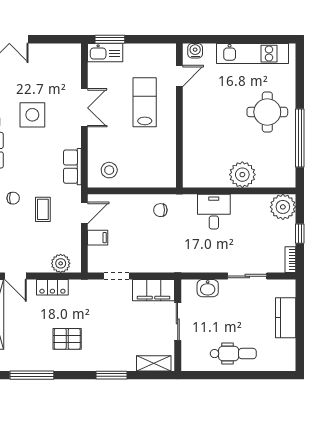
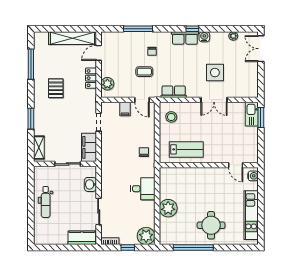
lab bench: (145, 102) -> (186, 149), moved
side table: (32, 115) -> (215, 73), moved
kitchen counter: (286, 318) -> (82, 238), moved

